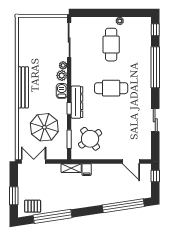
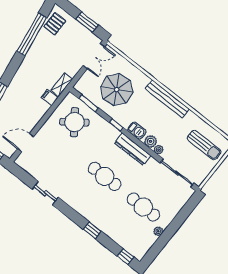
sun lounger: (35, 36) -> (204, 145), added
window: (155, 67) -> (92, 230), width x0.32
cafe table: (111, 88) -> (105, 176), turned 90
dresser: (77, 102) -> (133, 149), moved
window: (14, 196) -> (87, 22), moved

